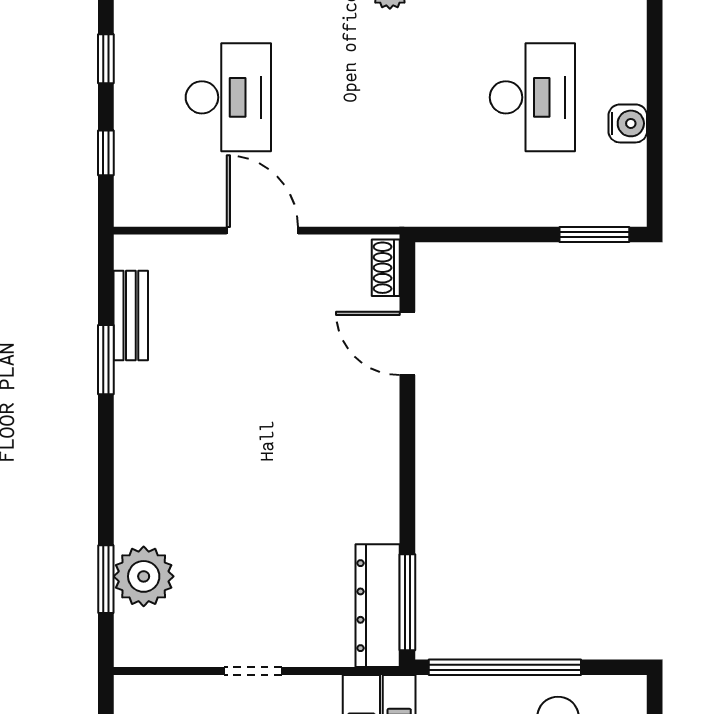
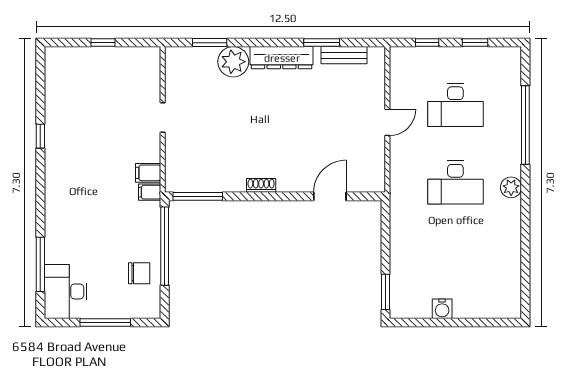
desk: (532, 97) -> (455, 183), moved
door: (262, 231) -> (387, 122), width x0.73
shoe rack: (386, 268) -> (261, 185), moved
plant: (144, 576) -> (233, 62), moved
dresser: (378, 606) -> (282, 58), moved, turned 180

